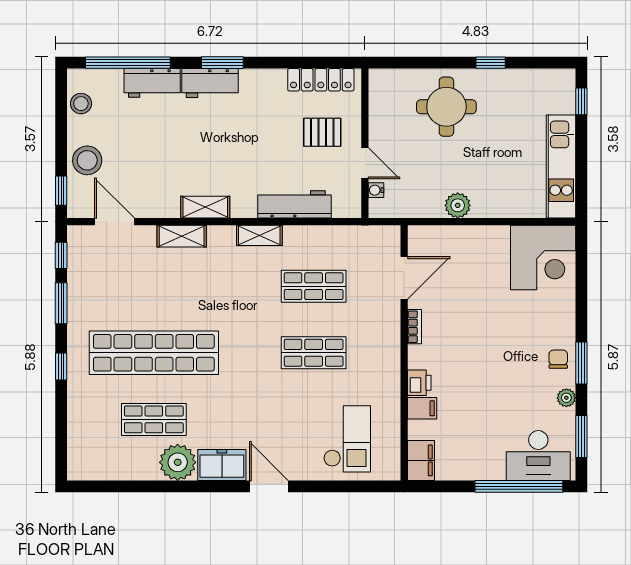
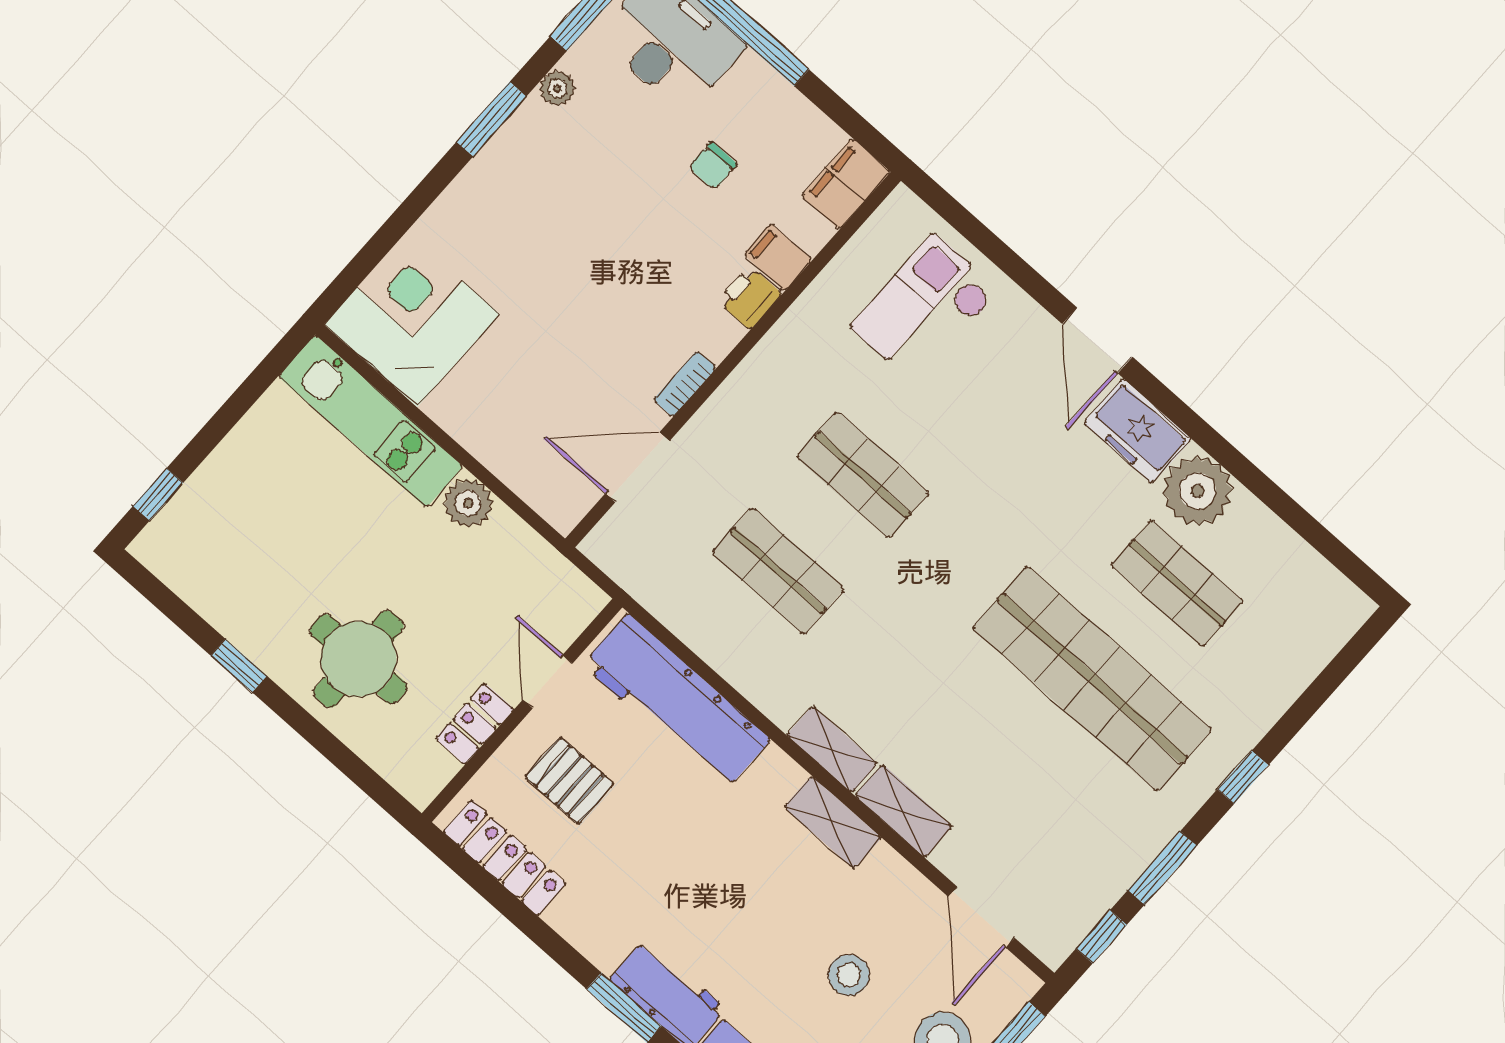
locker: (379, 122) -> (475, 724), added
stool: (146, 153) -> (849, 975), added
kitchen unit: (561, 166) -> (371, 421), moved, turned 90
water cooler: (376, 190) -> (566, 629), removed
workbench: (294, 204) -> (676, 702), width x1.36, depth x1.32
shelving: (259, 235) -> (832, 749), moved
chair: (558, 359) -> (713, 166), moved

